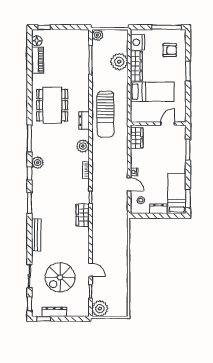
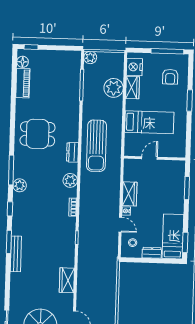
armchair: (170, 50) -> (170, 77), turned 90
wardrobe: (136, 66) -> (132, 88), width x0.67
dining table: (52, 105) -> (38, 134), width x0.73
door: (168, 124) -> (149, 158), moved
wardrobe: (137, 138) -> (130, 194), moved
plant: (38, 163) -> (20, 185), moved
wardrobe: (83, 215) -> (67, 280), moved
bench: (36, 235) -> (16, 254), moved

